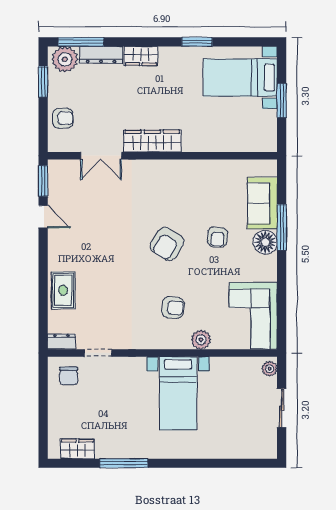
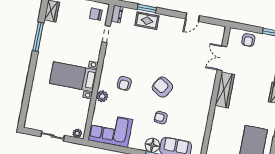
window: (43, 181) -> (147, 8), moved

